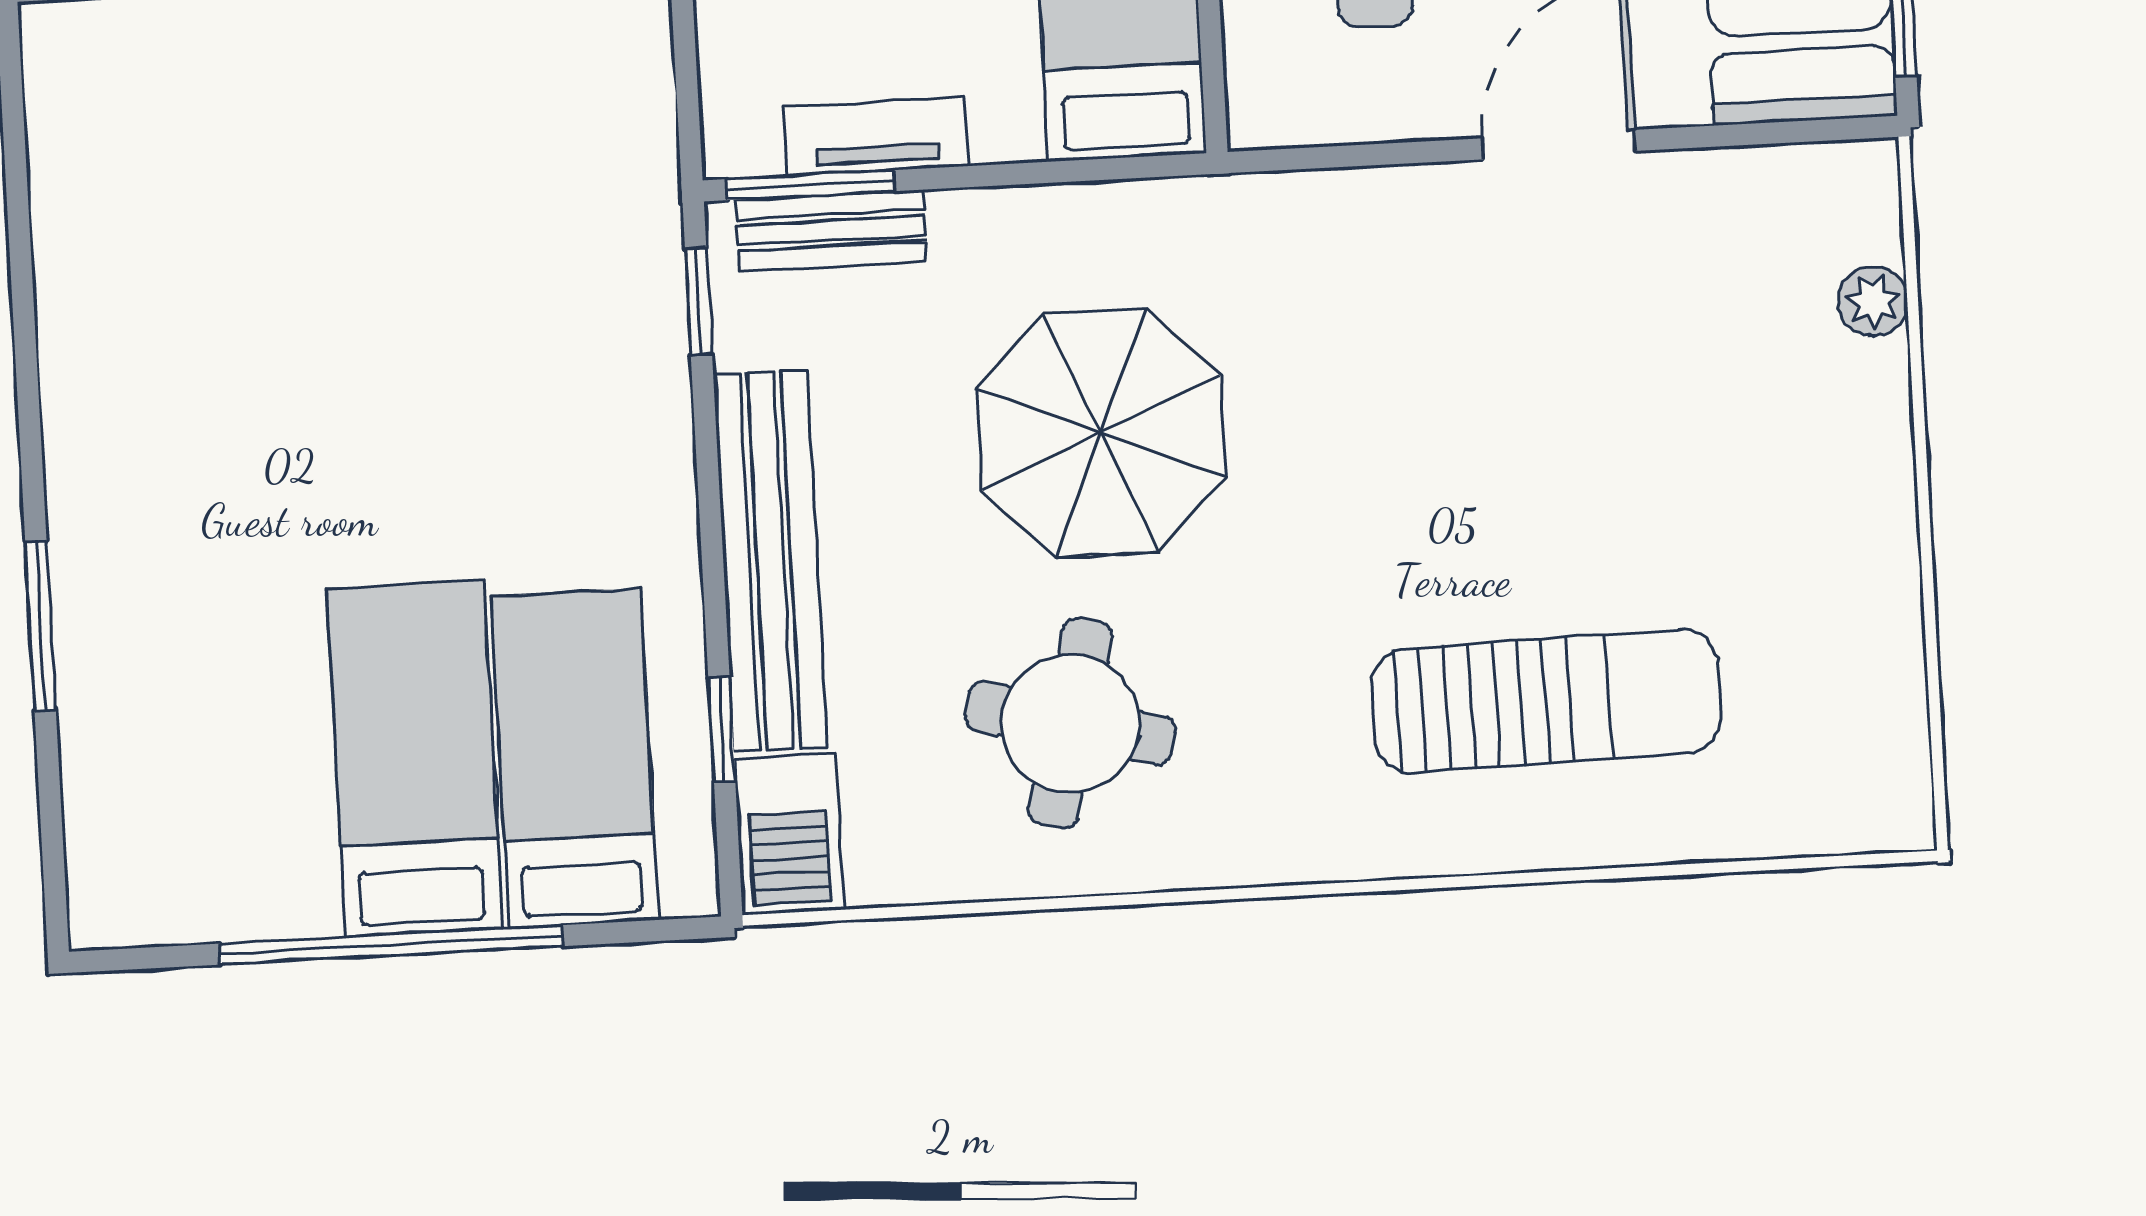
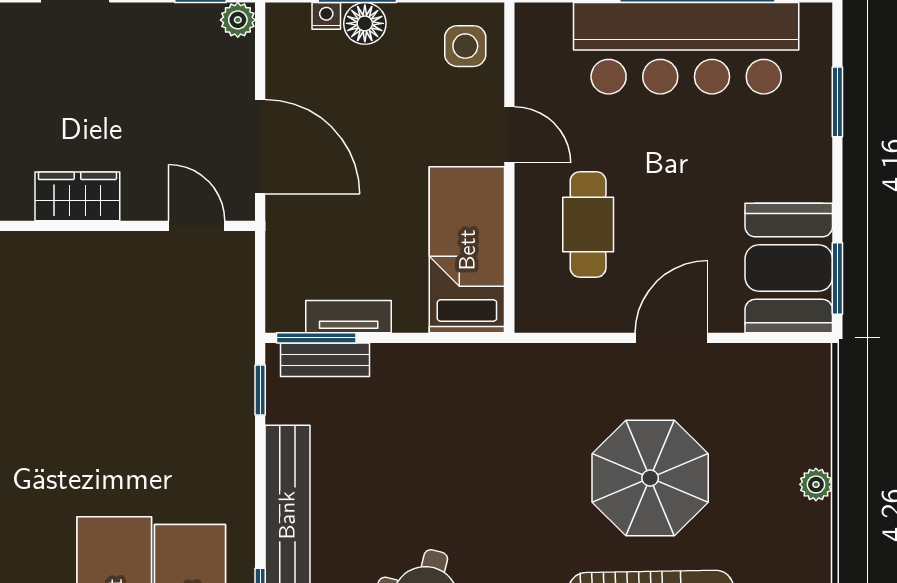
plant: (1873, 301) -> (816, 484), moved
parasol: (1101, 433) -> (650, 478), moved

